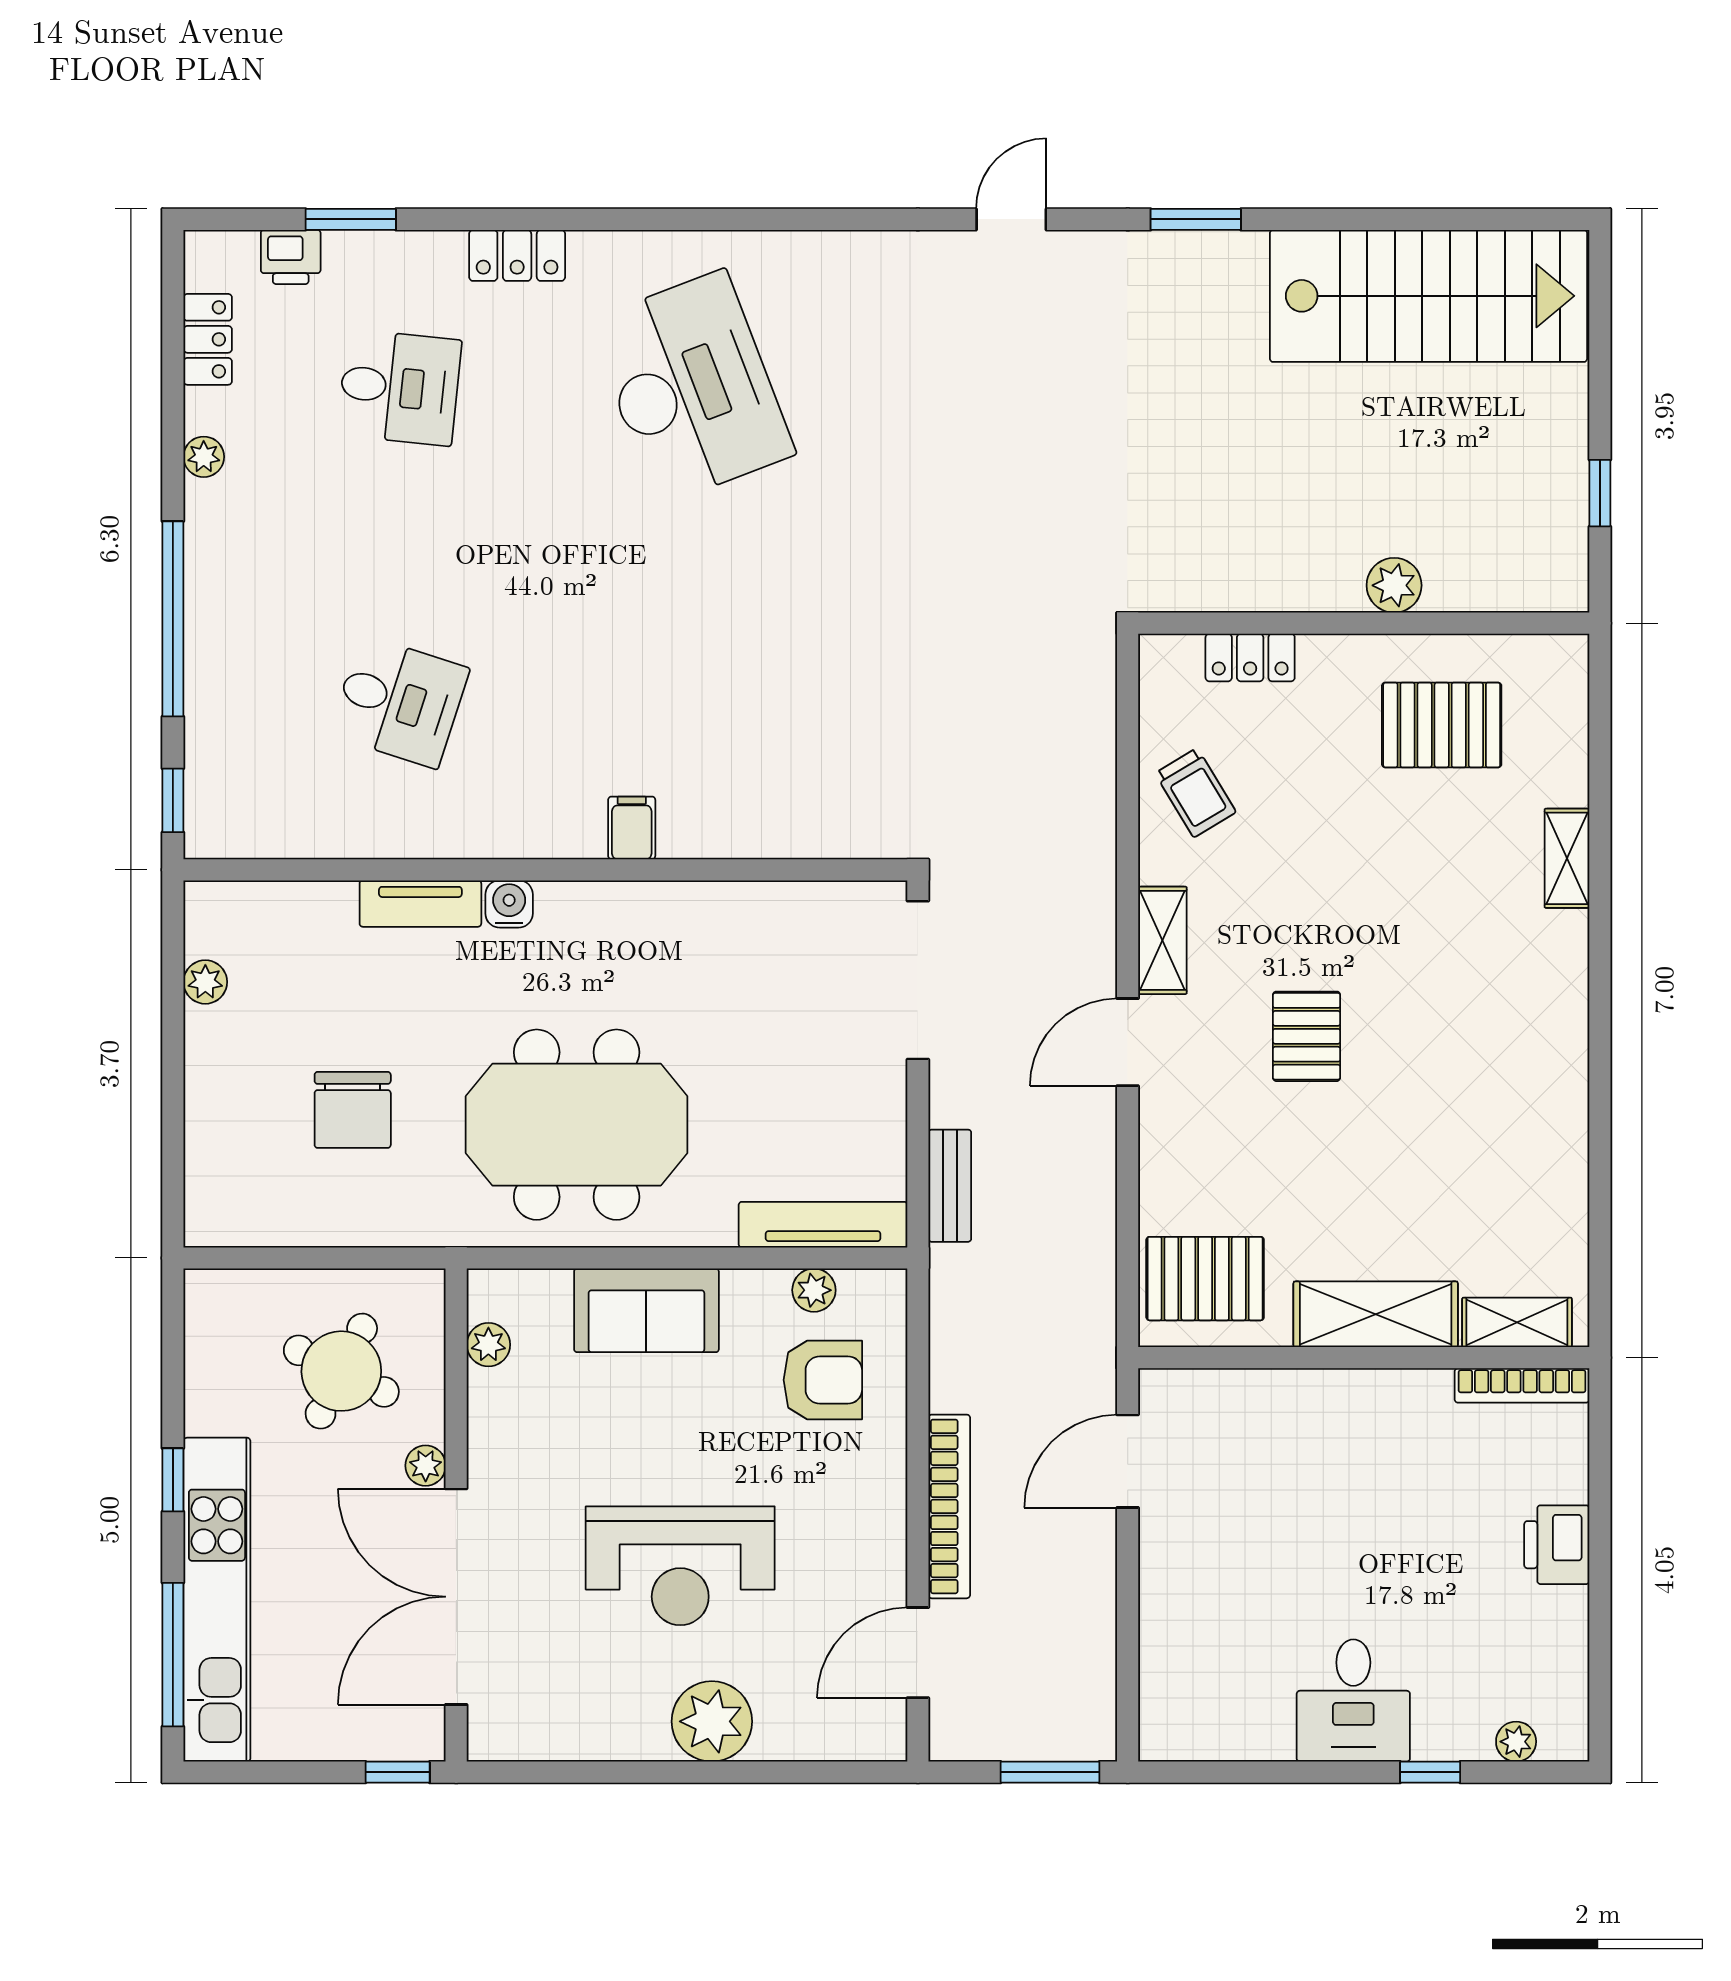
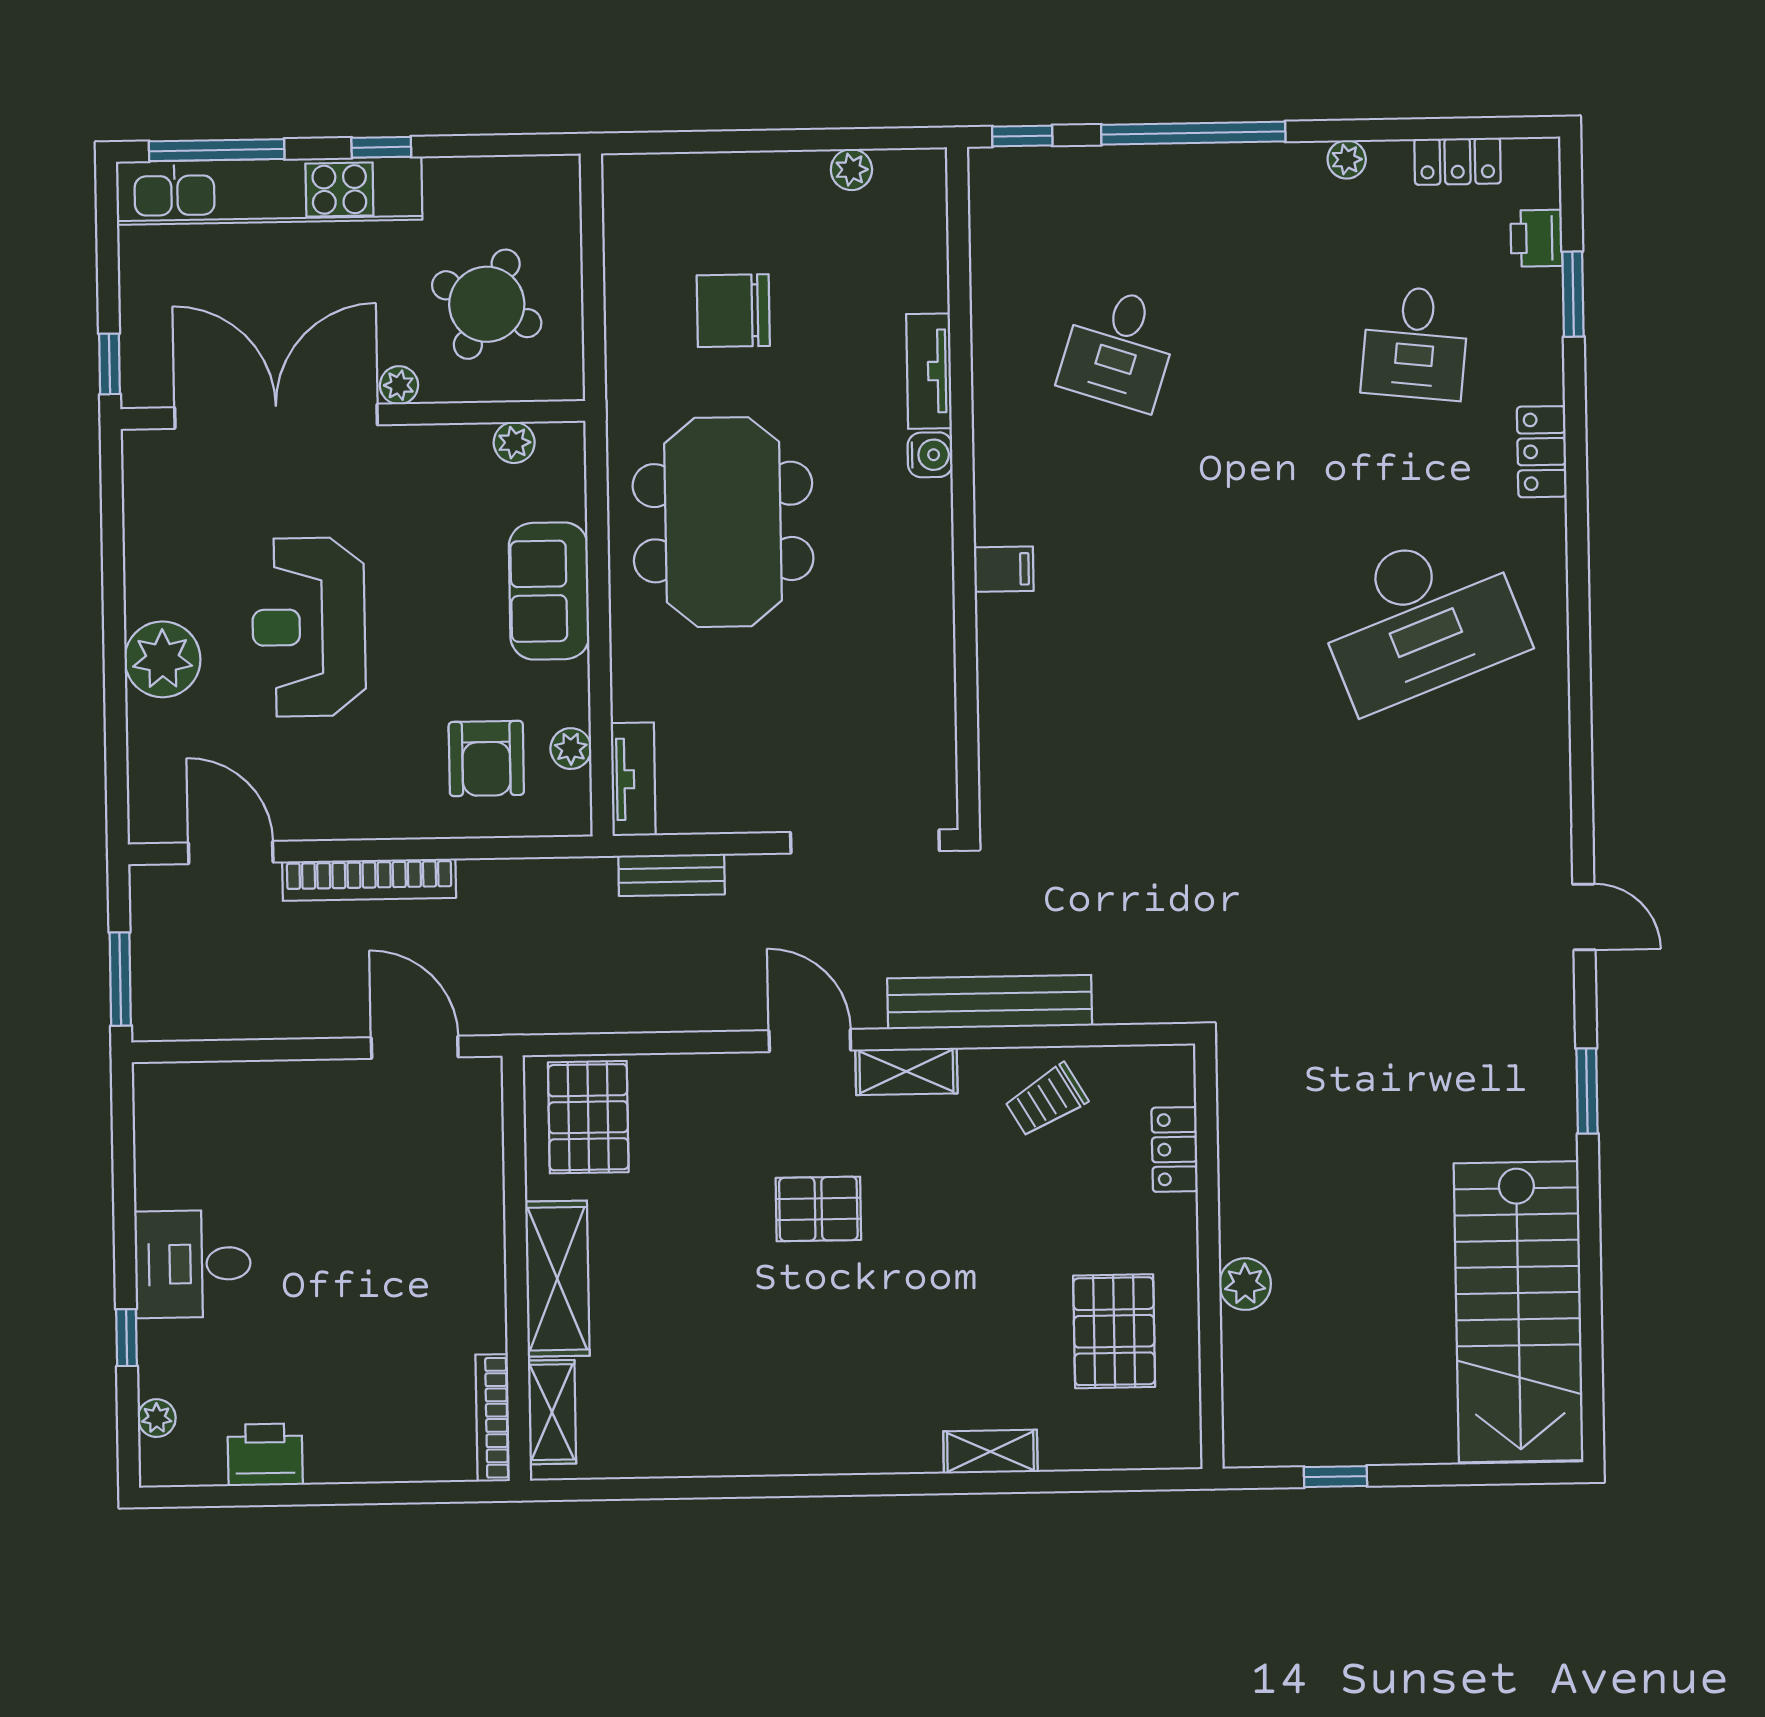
bench: (1090, 851) -> (990, 1002), added
tv unit: (823, 1225) -> (633, 779), width x0.71
printer: (1557, 1545) -> (265, 1455), moved

